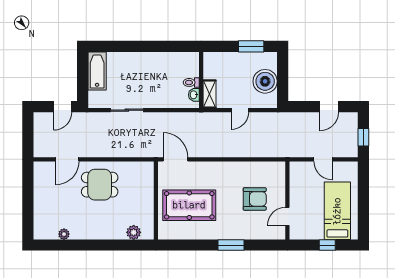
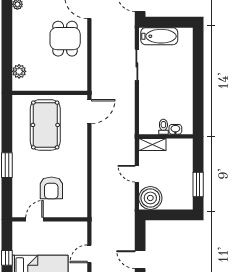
bathtub: (97, 71) -> (159, 36), moved
boiler: (265, 81) -> (150, 198), moved
washbasin: (194, 95) -> (175, 129), moved
door: (287, 216) -> (35, 219), hinge flipped

